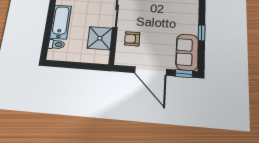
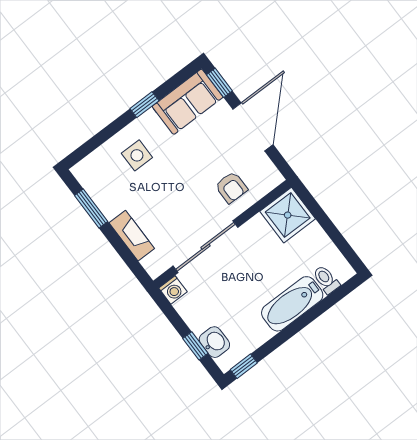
side table: (181, 12) -> (137, 155), added
shower: (100, 38) -> (288, 215), moved

